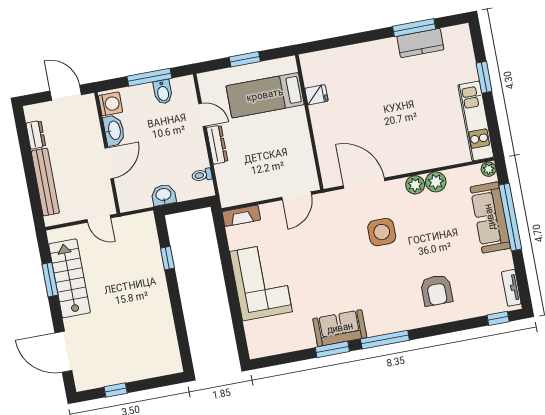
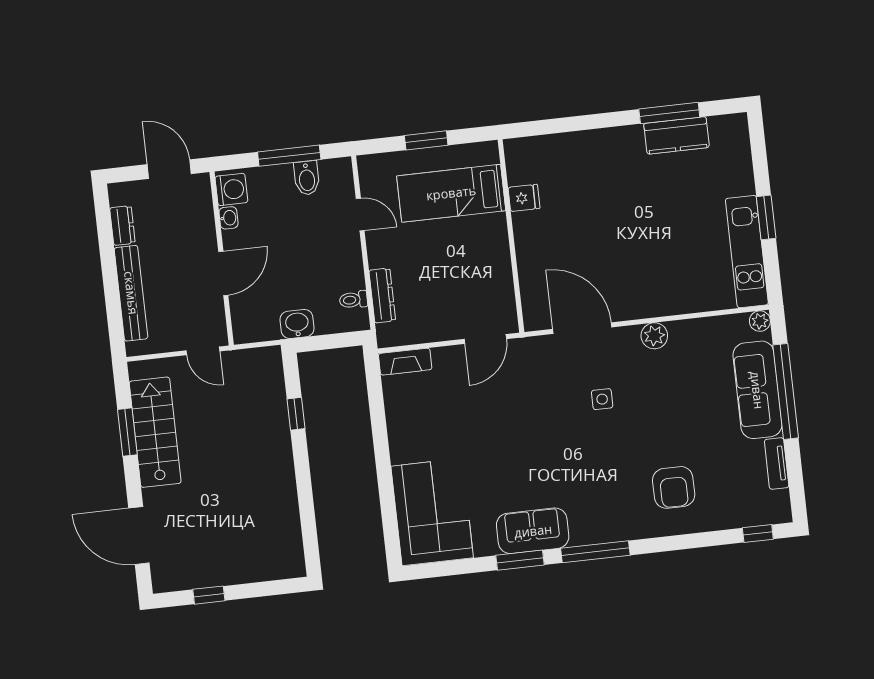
window: (484, 77) -> (766, 217), moved
washbasin: (114, 130) -> (228, 218), width x0.52, depth x0.69
dresser: (217, 145) -> (382, 296), moved
plant: (436, 182) -> (684, 334), removed
side table: (382, 232) -> (602, 399), width x0.54, depth x0.54
corner sofa: (261, 282) -> (432, 512), moved
tv unit: (511, 288) -> (777, 464), moved

